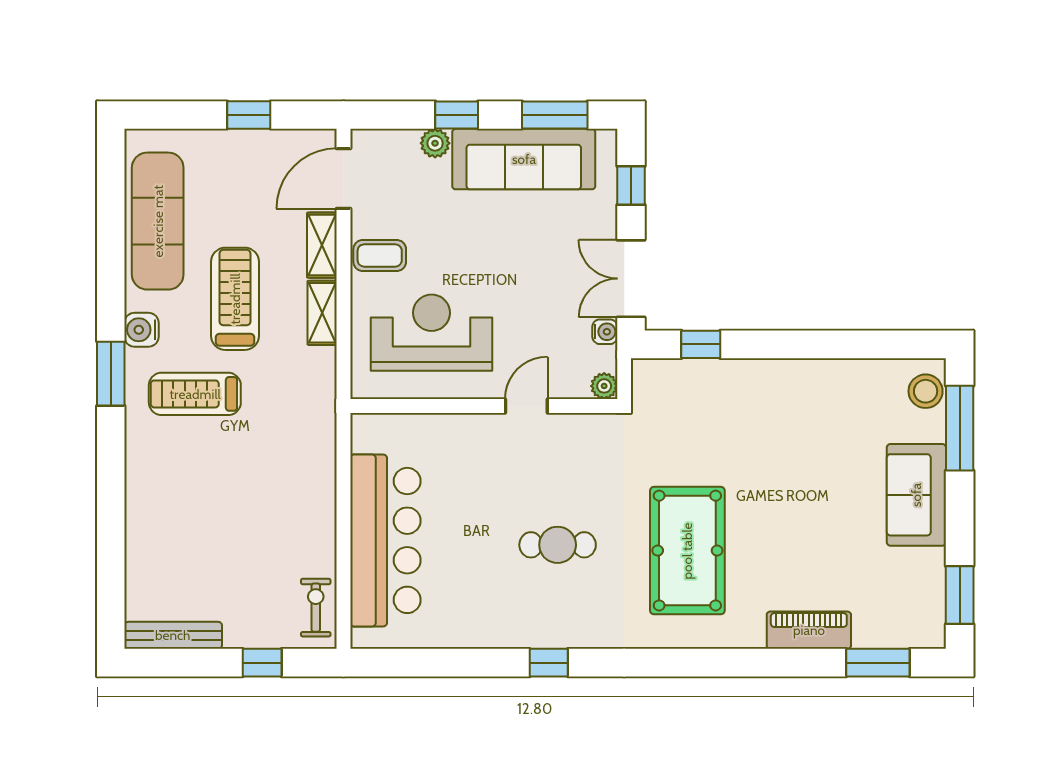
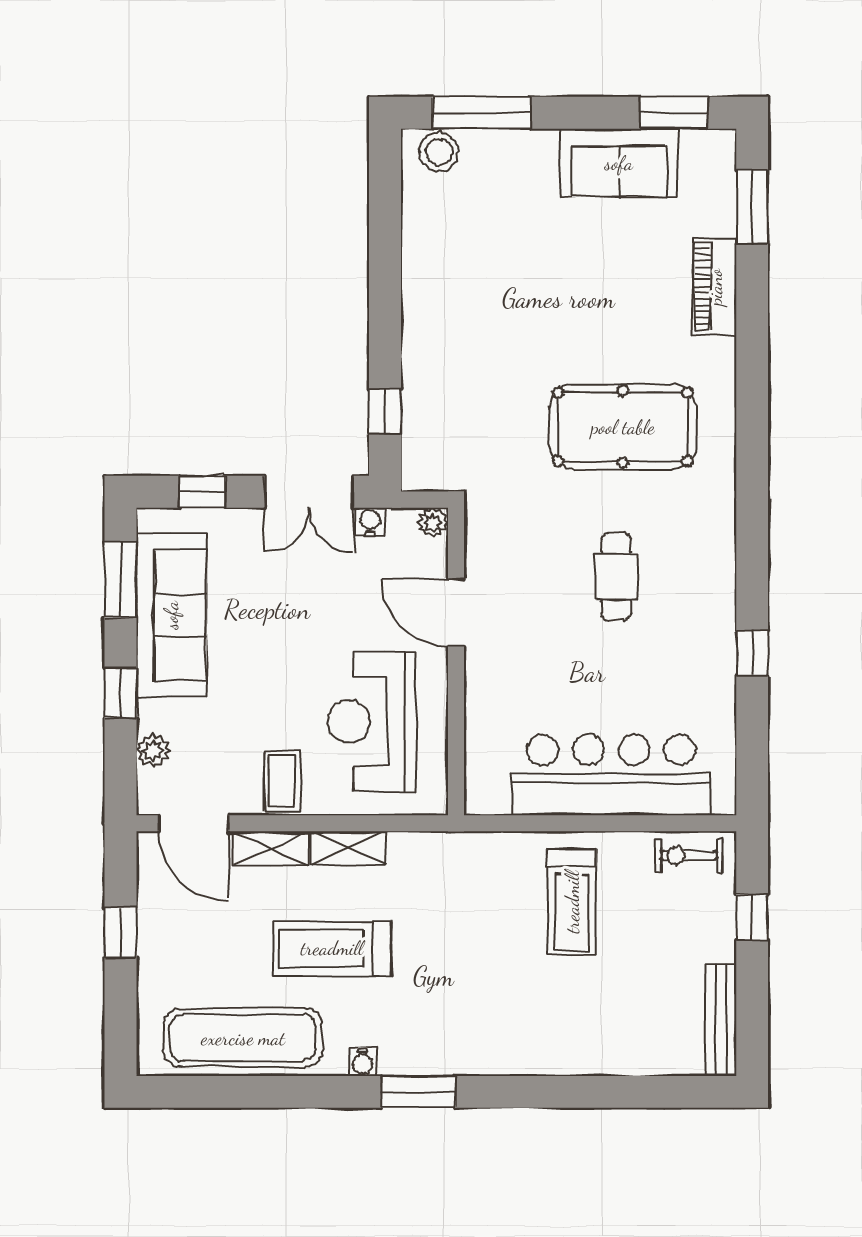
plant: (435, 143) -> (153, 751), moved
water cooler: (141, 330) -> (363, 1062), width x0.72, depth x0.72
treadmill: (195, 394) -> (572, 902), moved
door: (526, 406) -> (456, 612), width x1.37
sofa: (916, 495) -> (619, 163), moved
window: (549, 663) -> (752, 653), moved

